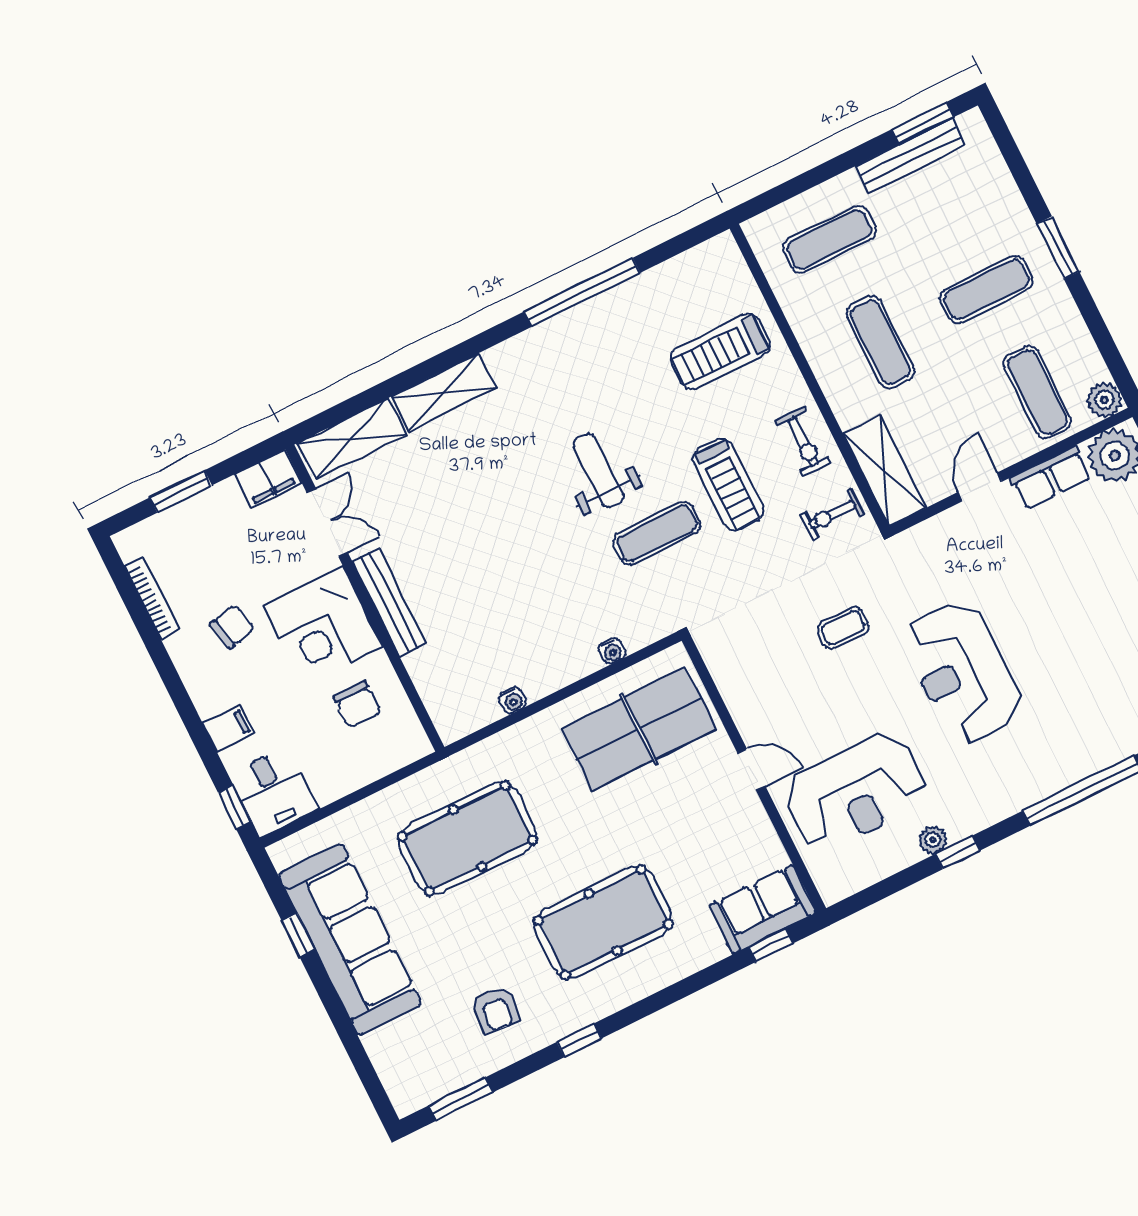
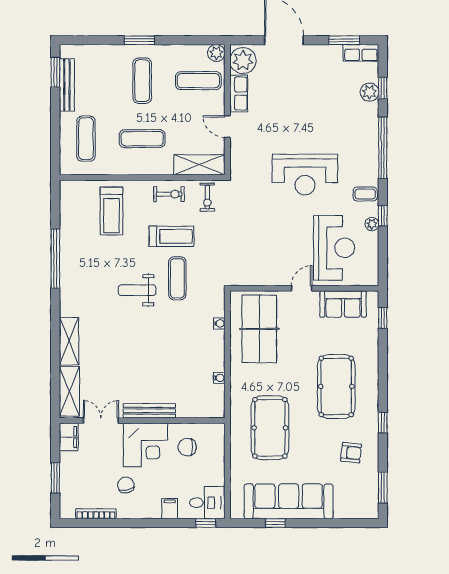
coffee table: (843, 628) -> (365, 194), moved, turned 90
chair: (357, 705) -> (187, 447), turned 180
sofa: (763, 909) -> (343, 304), moved, turned -90

